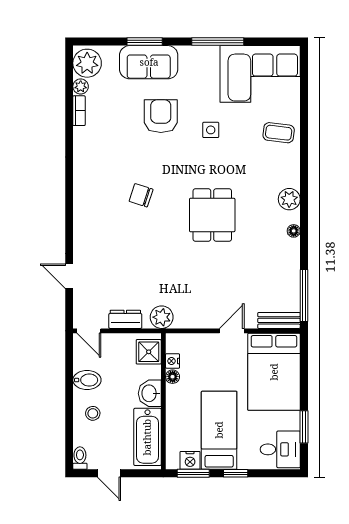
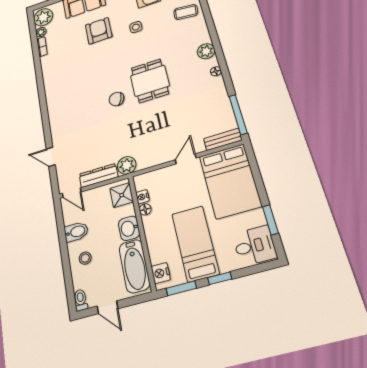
chair: (141, 195) -> (117, 99), moved
dresser: (125, 319) -> (98, 176), width x1.44
nightstand: (190, 460) -> (161, 273), moved, turned 90

